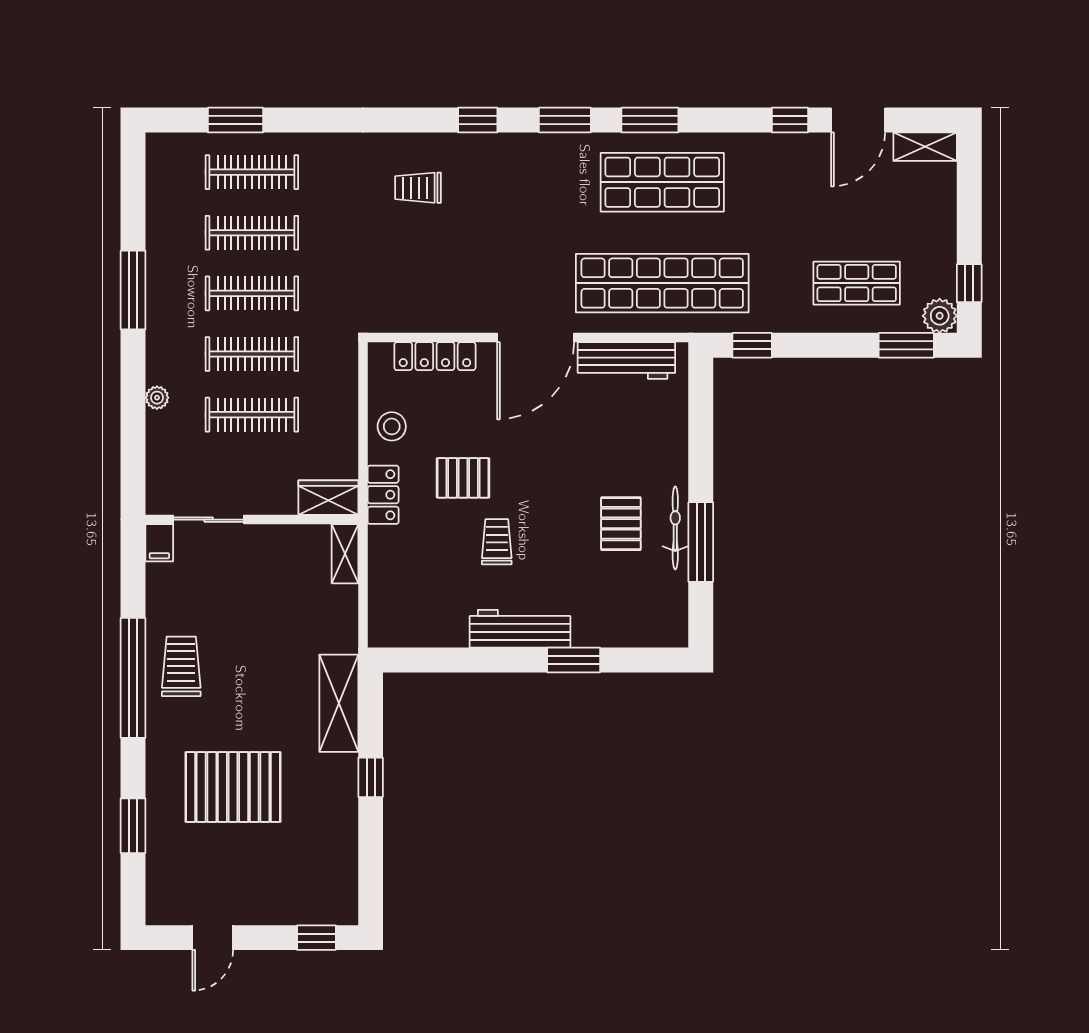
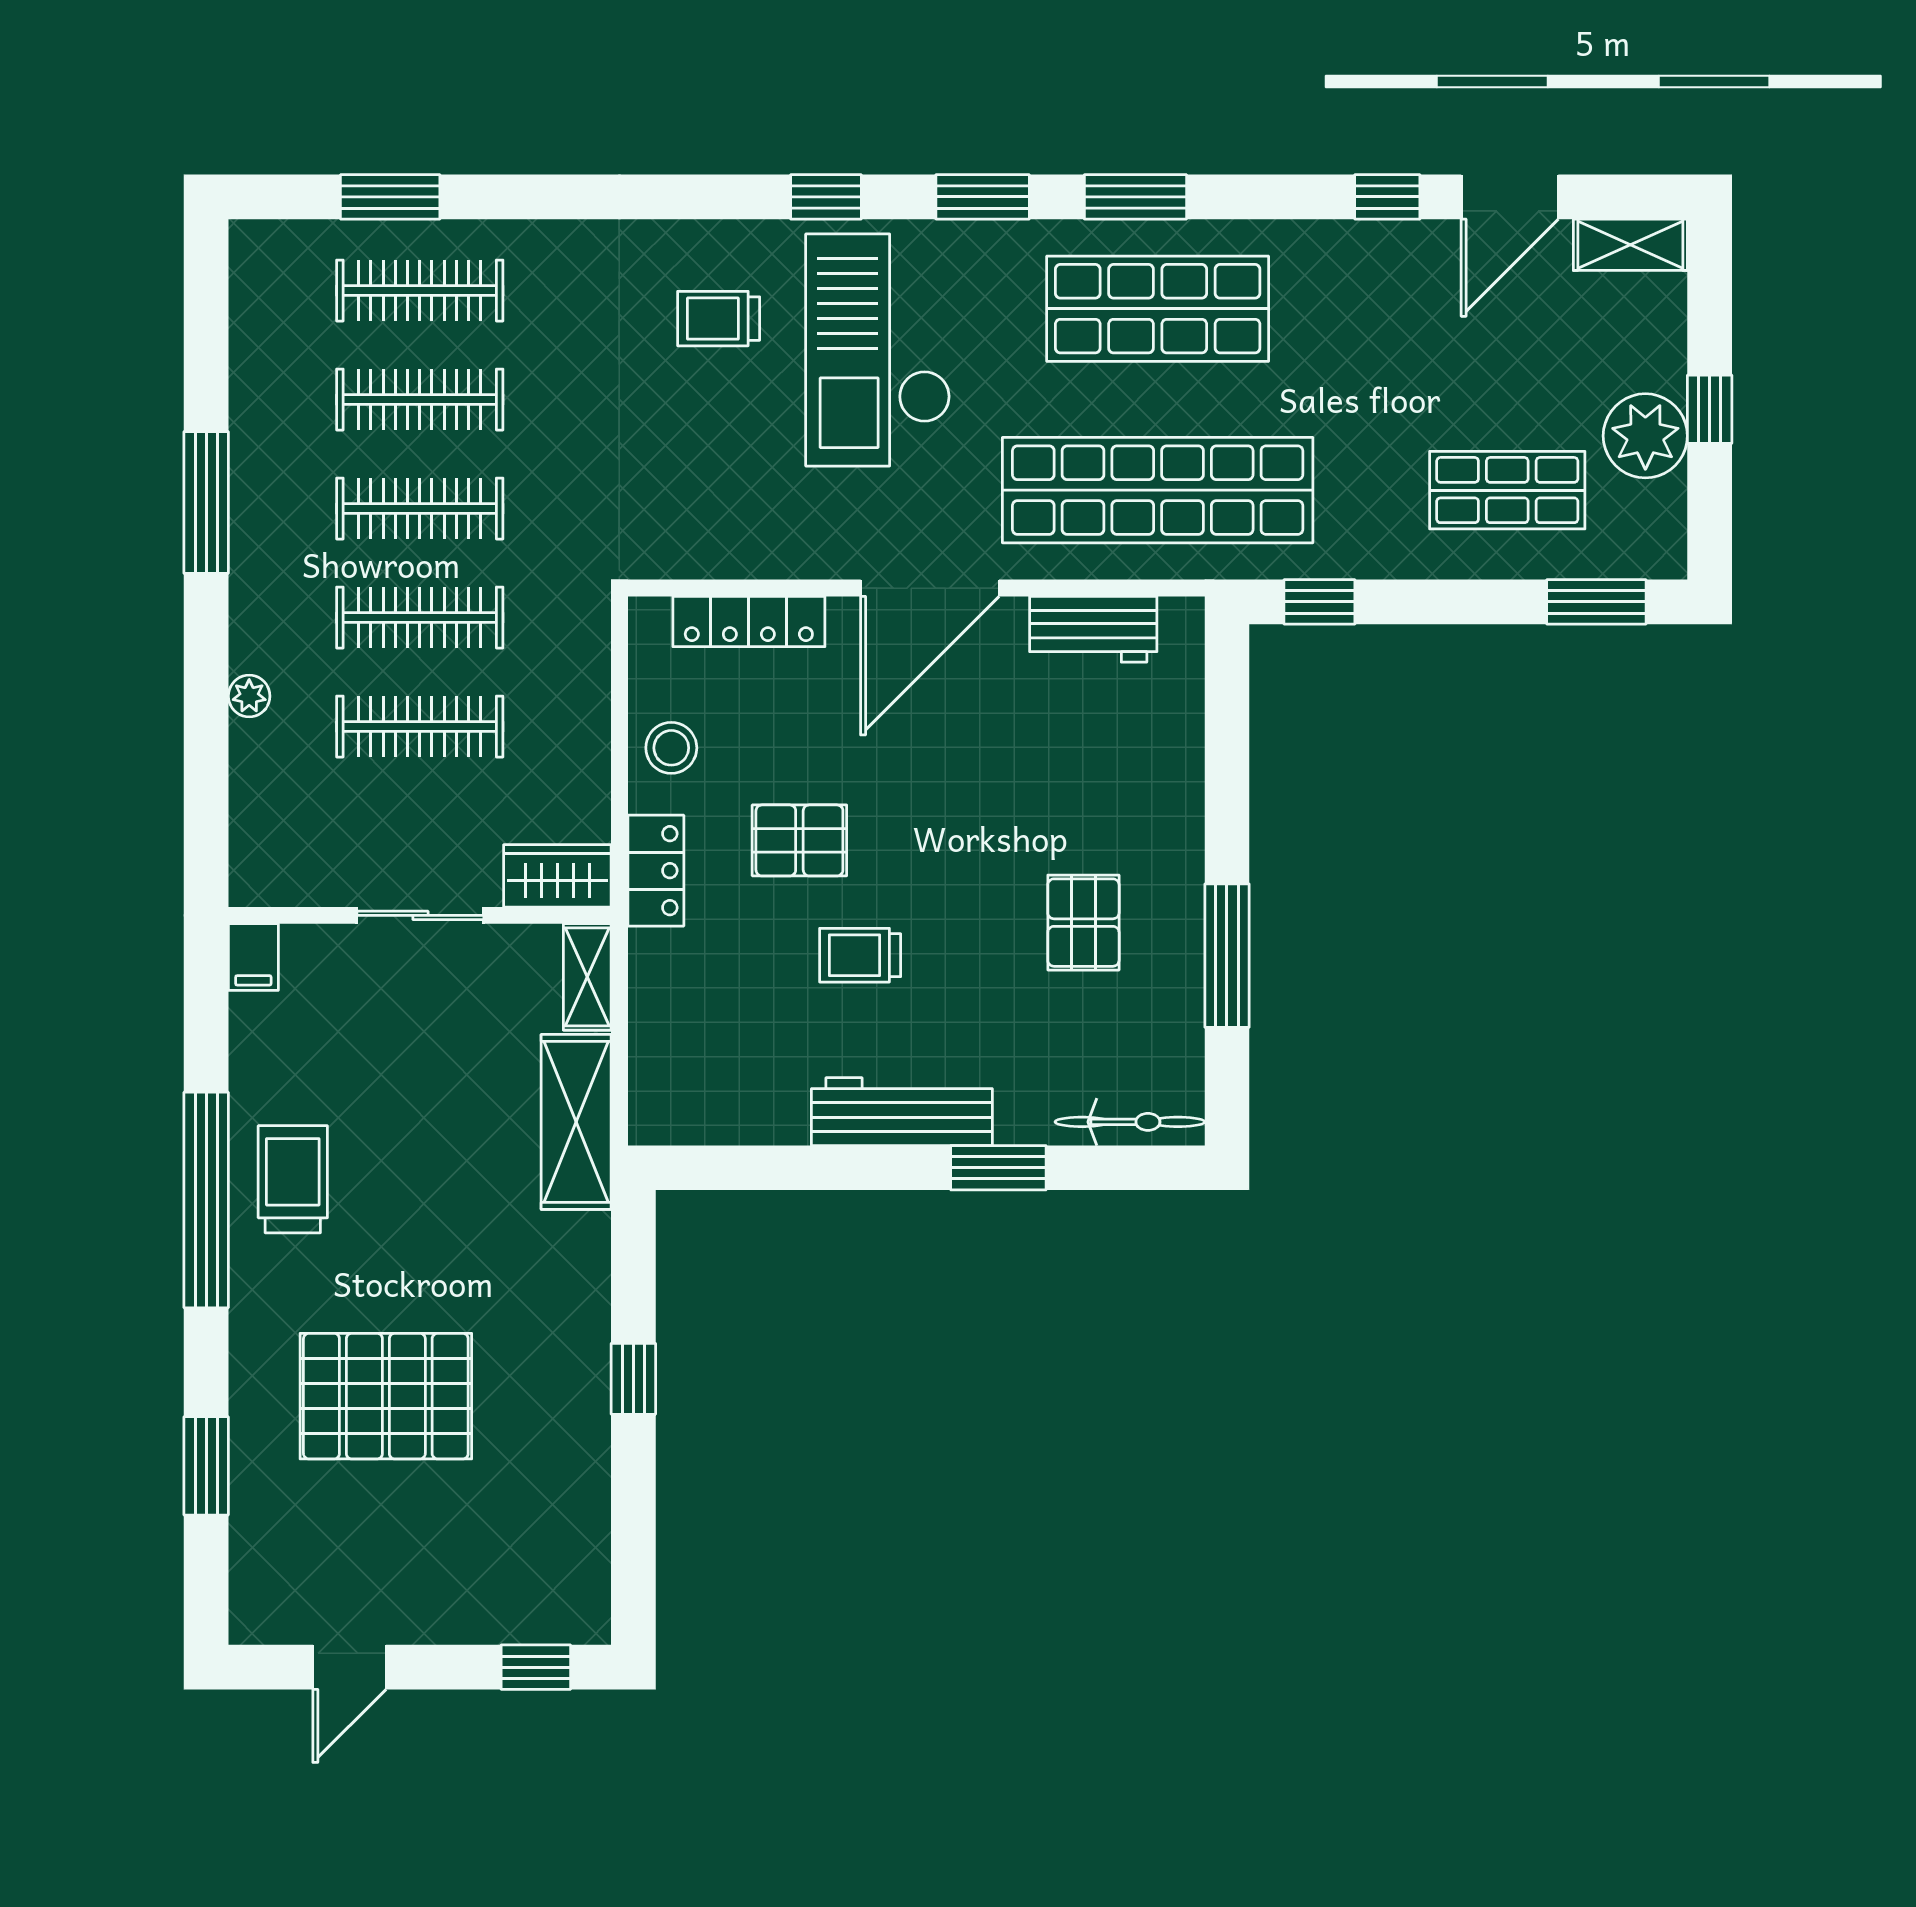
checkout: (507, 205) -> (878, 350), added
window: (969, 283) -> (1710, 409), moved
plant: (940, 316) -> (1645, 436), moved, width x1.36, depth x1.36
workbench: (626, 360) -> (1093, 629), width x0.73
sliding door: (209, 520) -> (420, 915), moved
bicycle: (675, 528) -> (1130, 1122), moved, turned 90
trolley: (497, 542) -> (860, 955), turned -90
shelving: (339, 703) -> (576, 1122), moved

